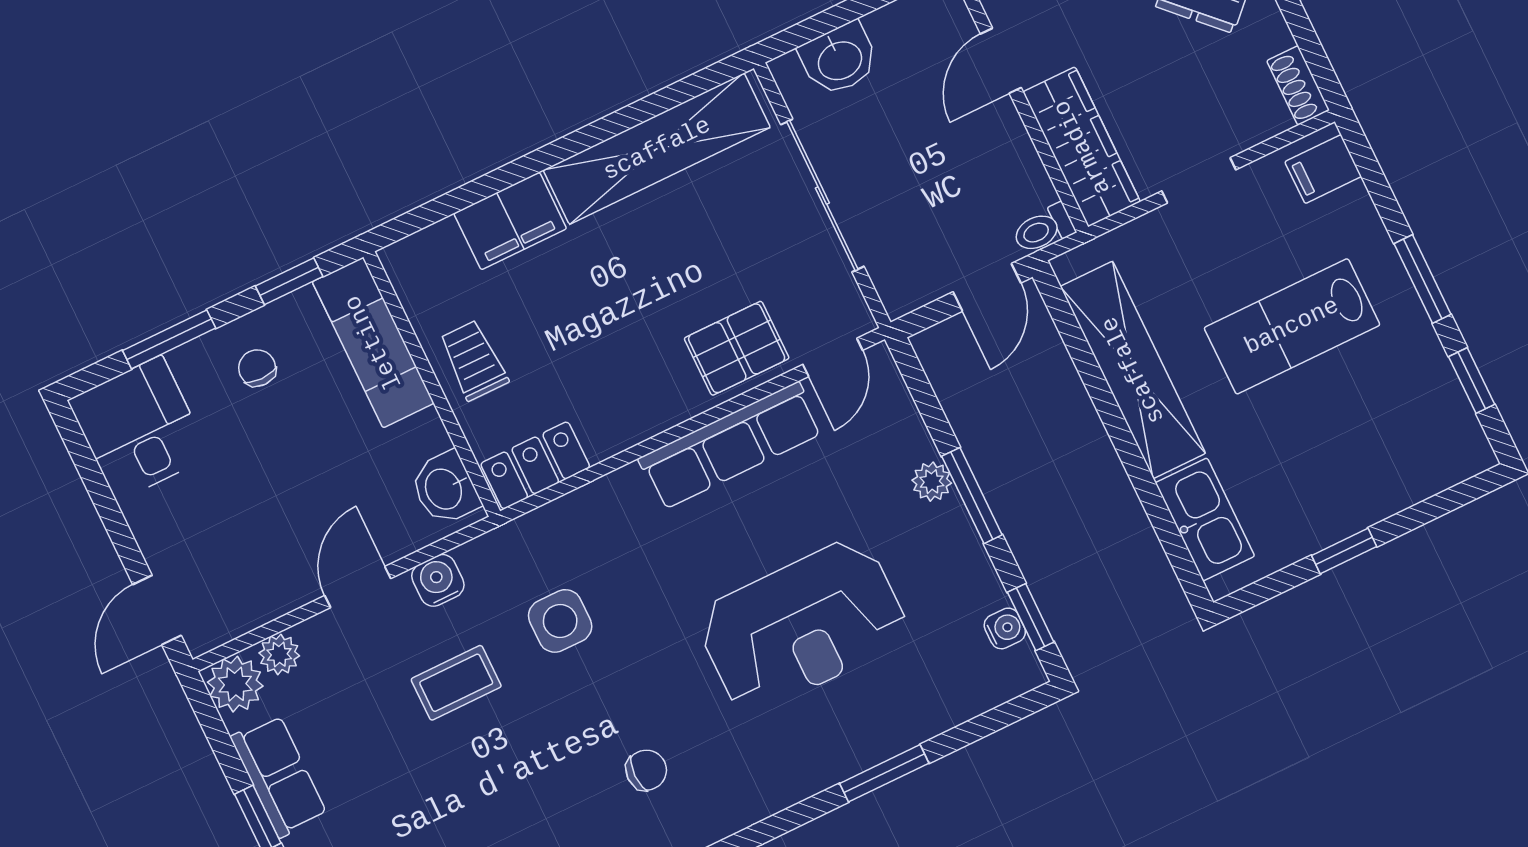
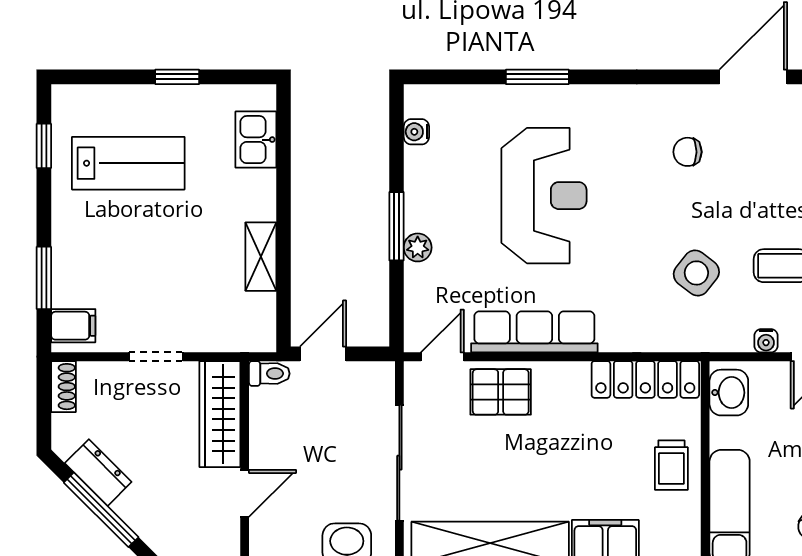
window: (1423, 279) -> (44, 278), moved
lab bench: (1292, 326) -> (128, 163), moved
shelving: (1133, 370) -> (261, 257), width x0.45, depth x0.75
locker: (535, 465) -> (645, 379), width x1.53
kitchen sink: (1205, 519) -> (256, 140), width x0.73
water cooler: (438, 580) -> (766, 341), width x0.72, depth x0.72
window: (1031, 617) -> (396, 131), removed
side table: (560, 621) -> (696, 273), turned 38
reception desk: (802, 626) -> (544, 196), turned 90

